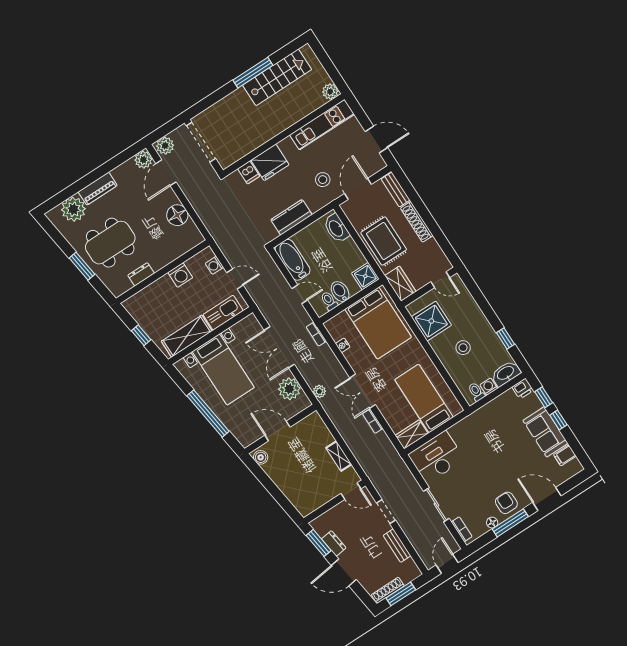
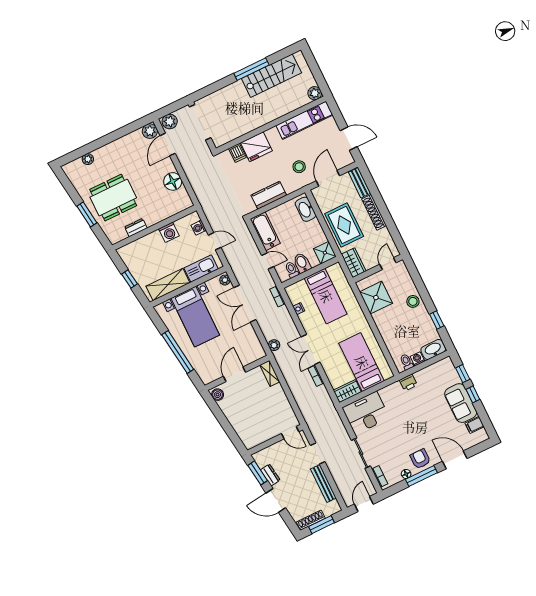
piano: (98, 189) -> (108, 151), removed
plant: (73, 209) -> (88, 159), width x0.53, depth x0.53
door: (440, 280) -> (388, 264), swing flipped
bed: (378, 323) -> (326, 296), width x0.67
stool: (463, 348) -> (413, 301), moved
plant: (289, 389) -> (225, 280), moved, width x0.53, depth x0.53
printer: (523, 389) -> (408, 382), moved
door: (277, 431) -> (234, 374), hinge flipped
shelving: (339, 456) -> (270, 373), moved
bench: (397, 546) -> (323, 483), width x1.36

